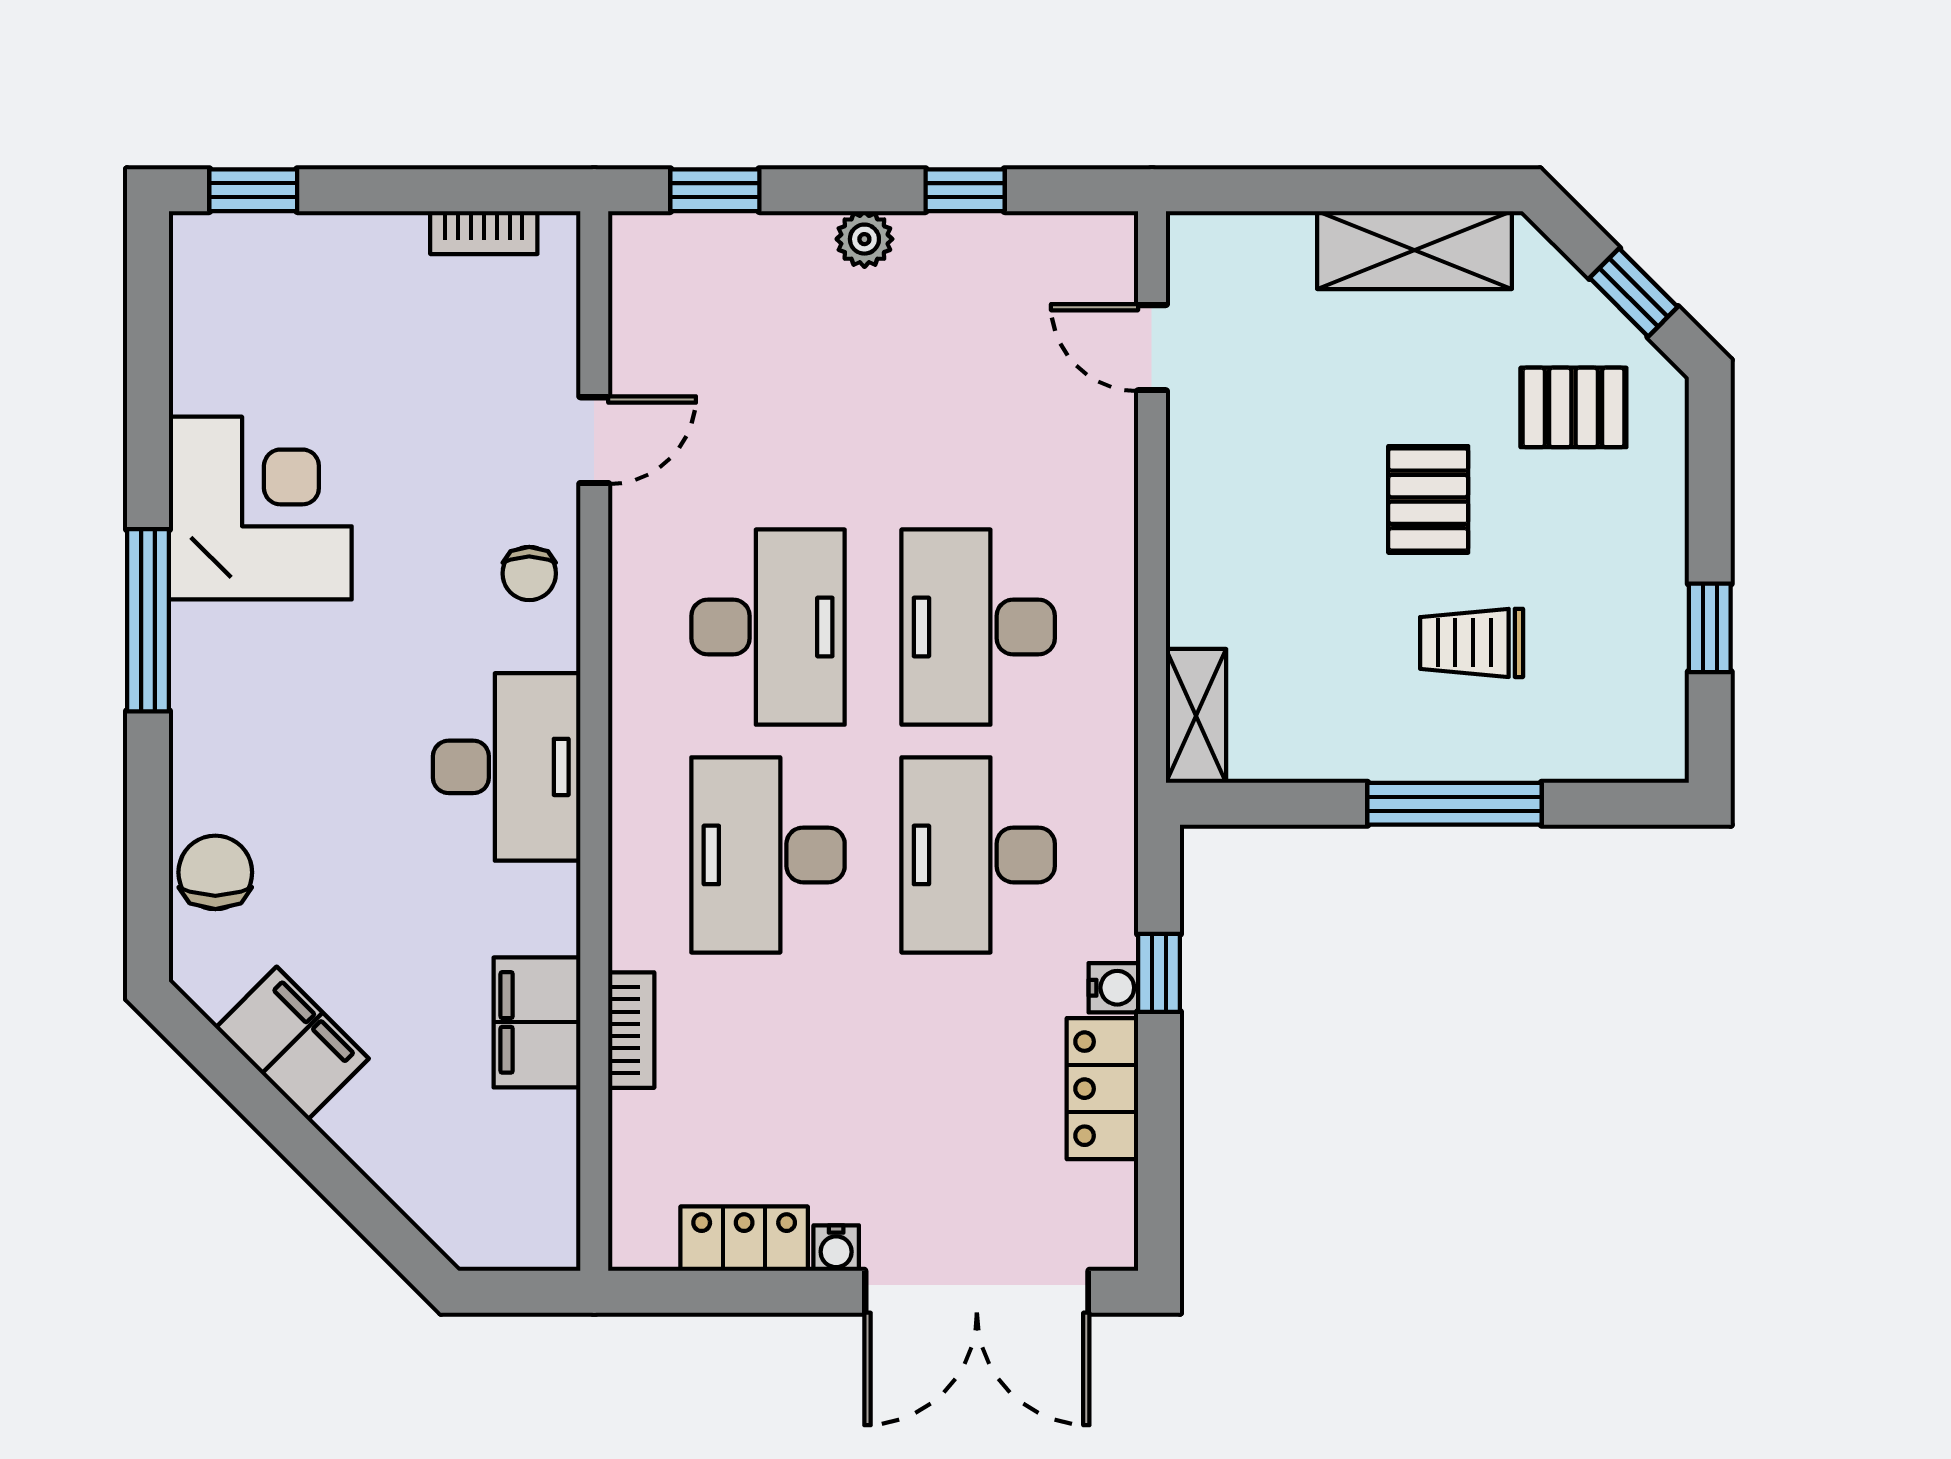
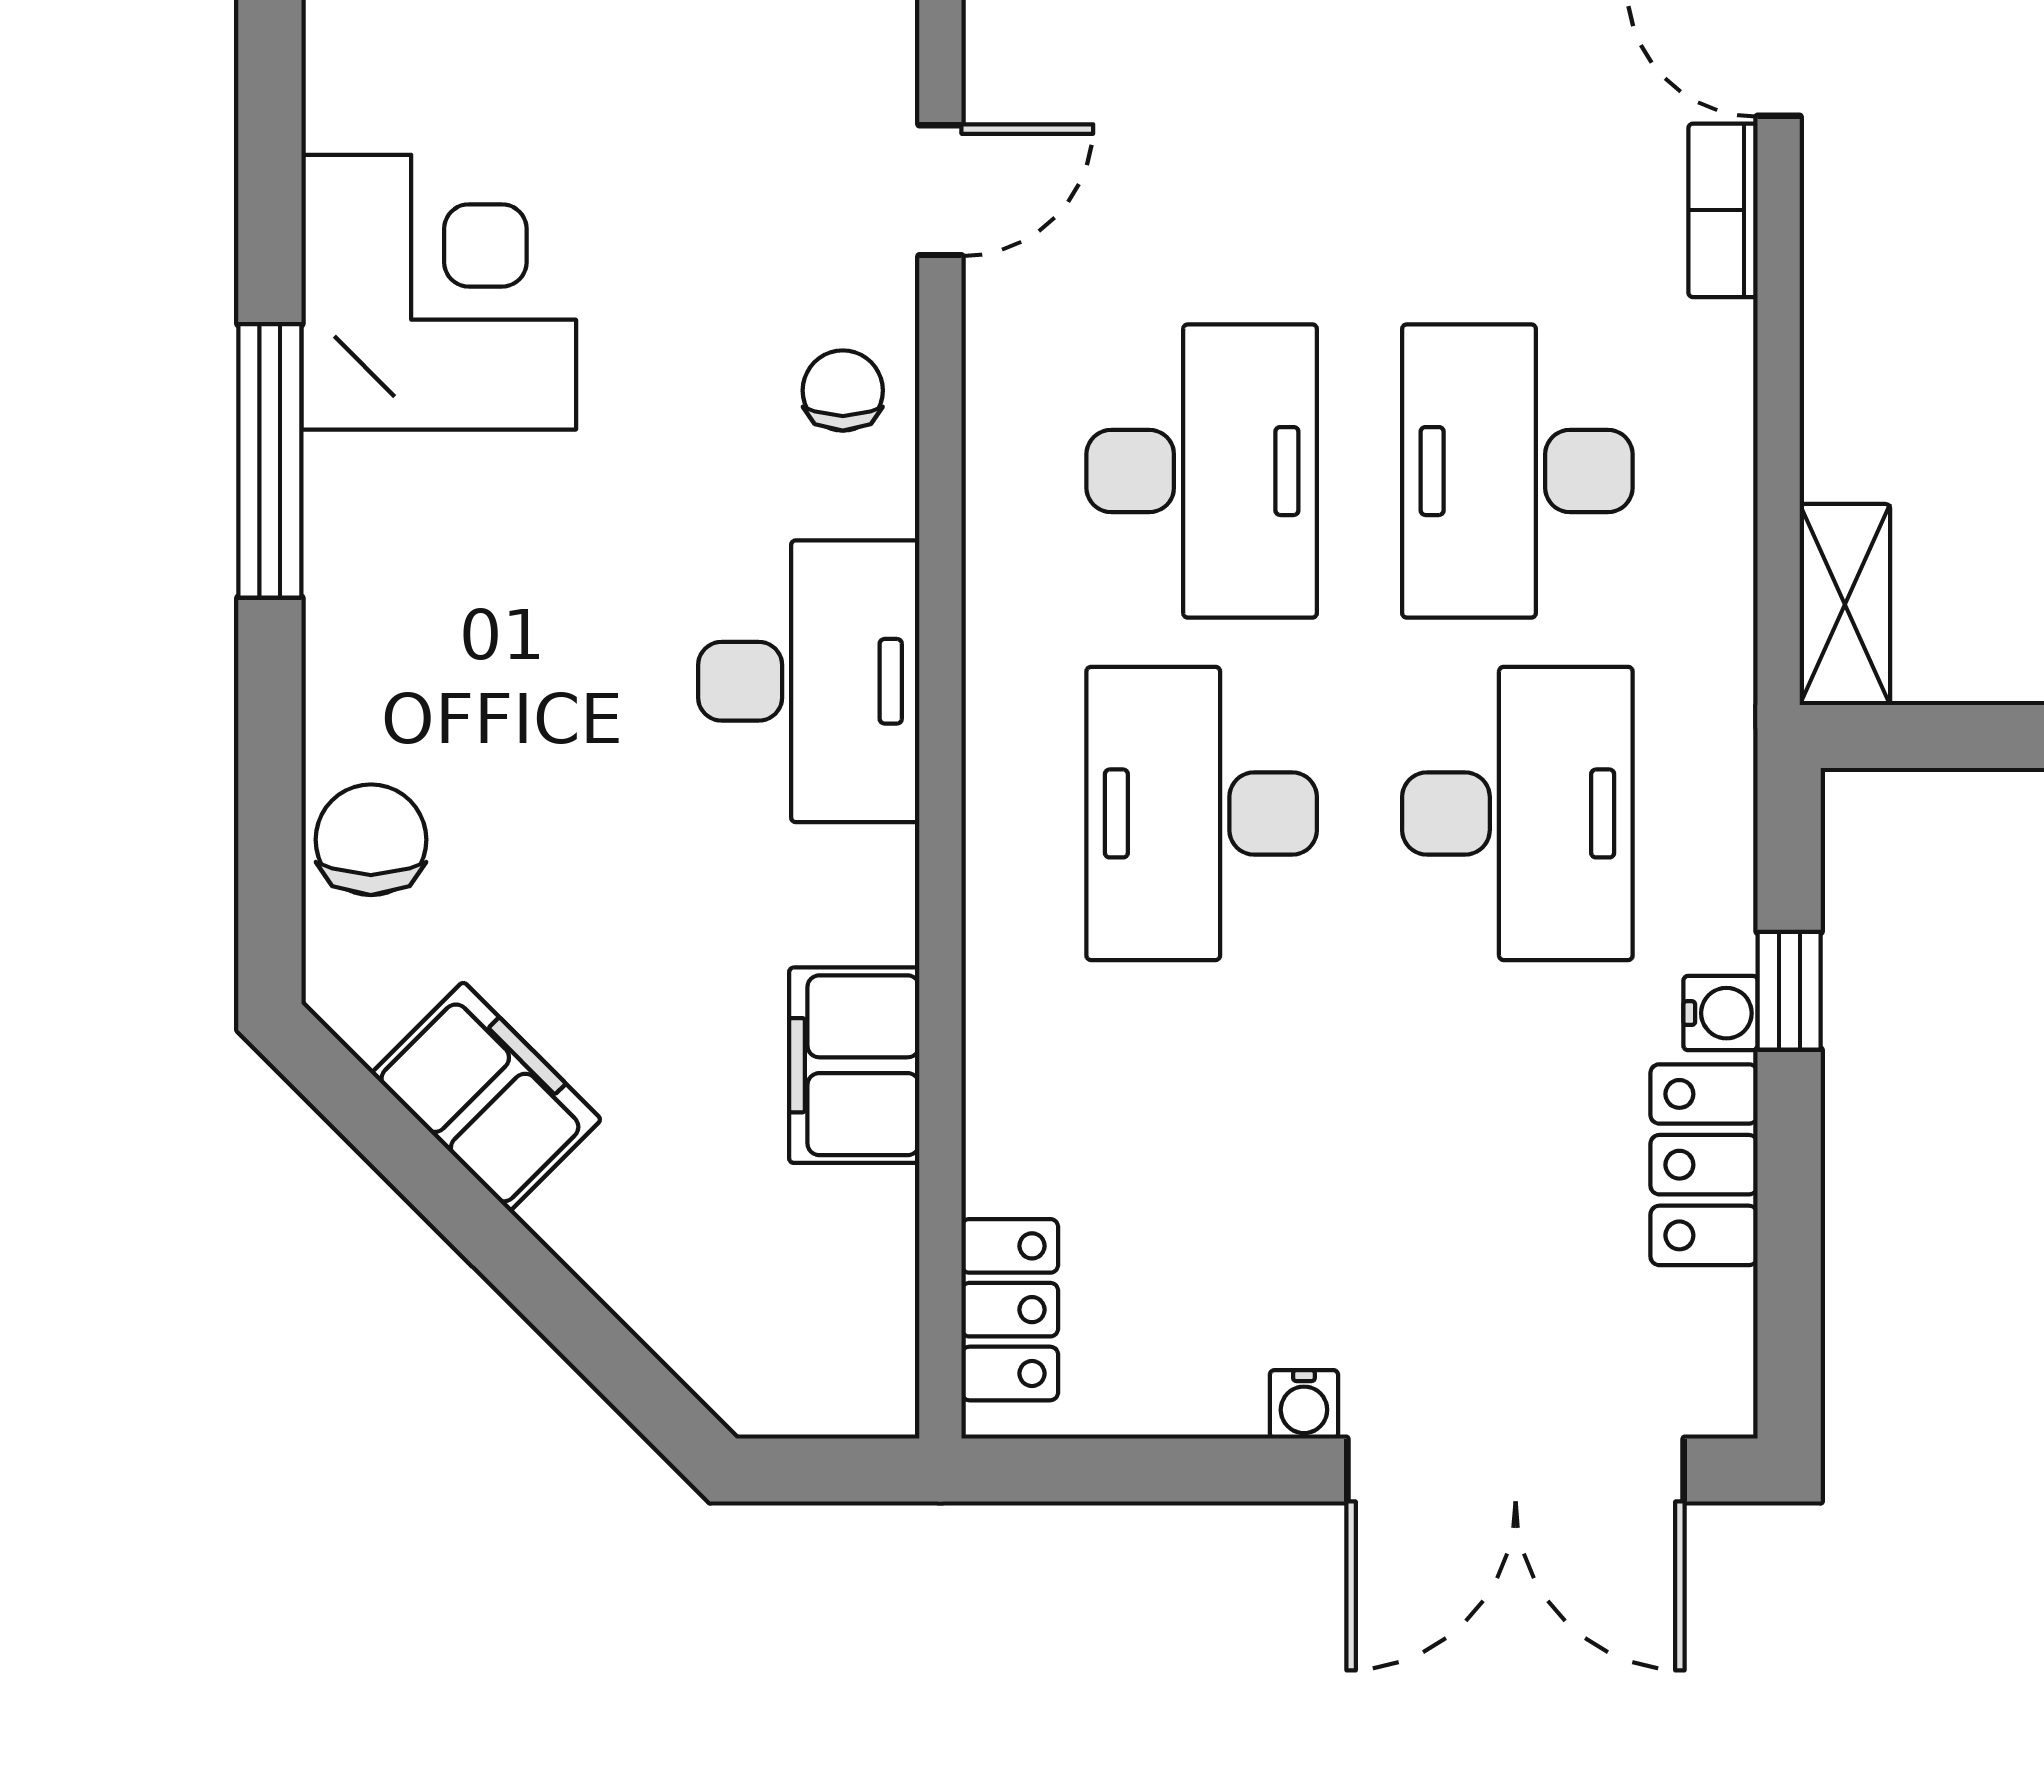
chair: (529, 573) -> (843, 390), turned 180
desk: (978, 855) -> (1517, 813), turned 180
bookcase: (631, 1030) -> (1723, 210), moved, turned 180
locker: (744, 1239) -> (1010, 1310), moved, turned 90

